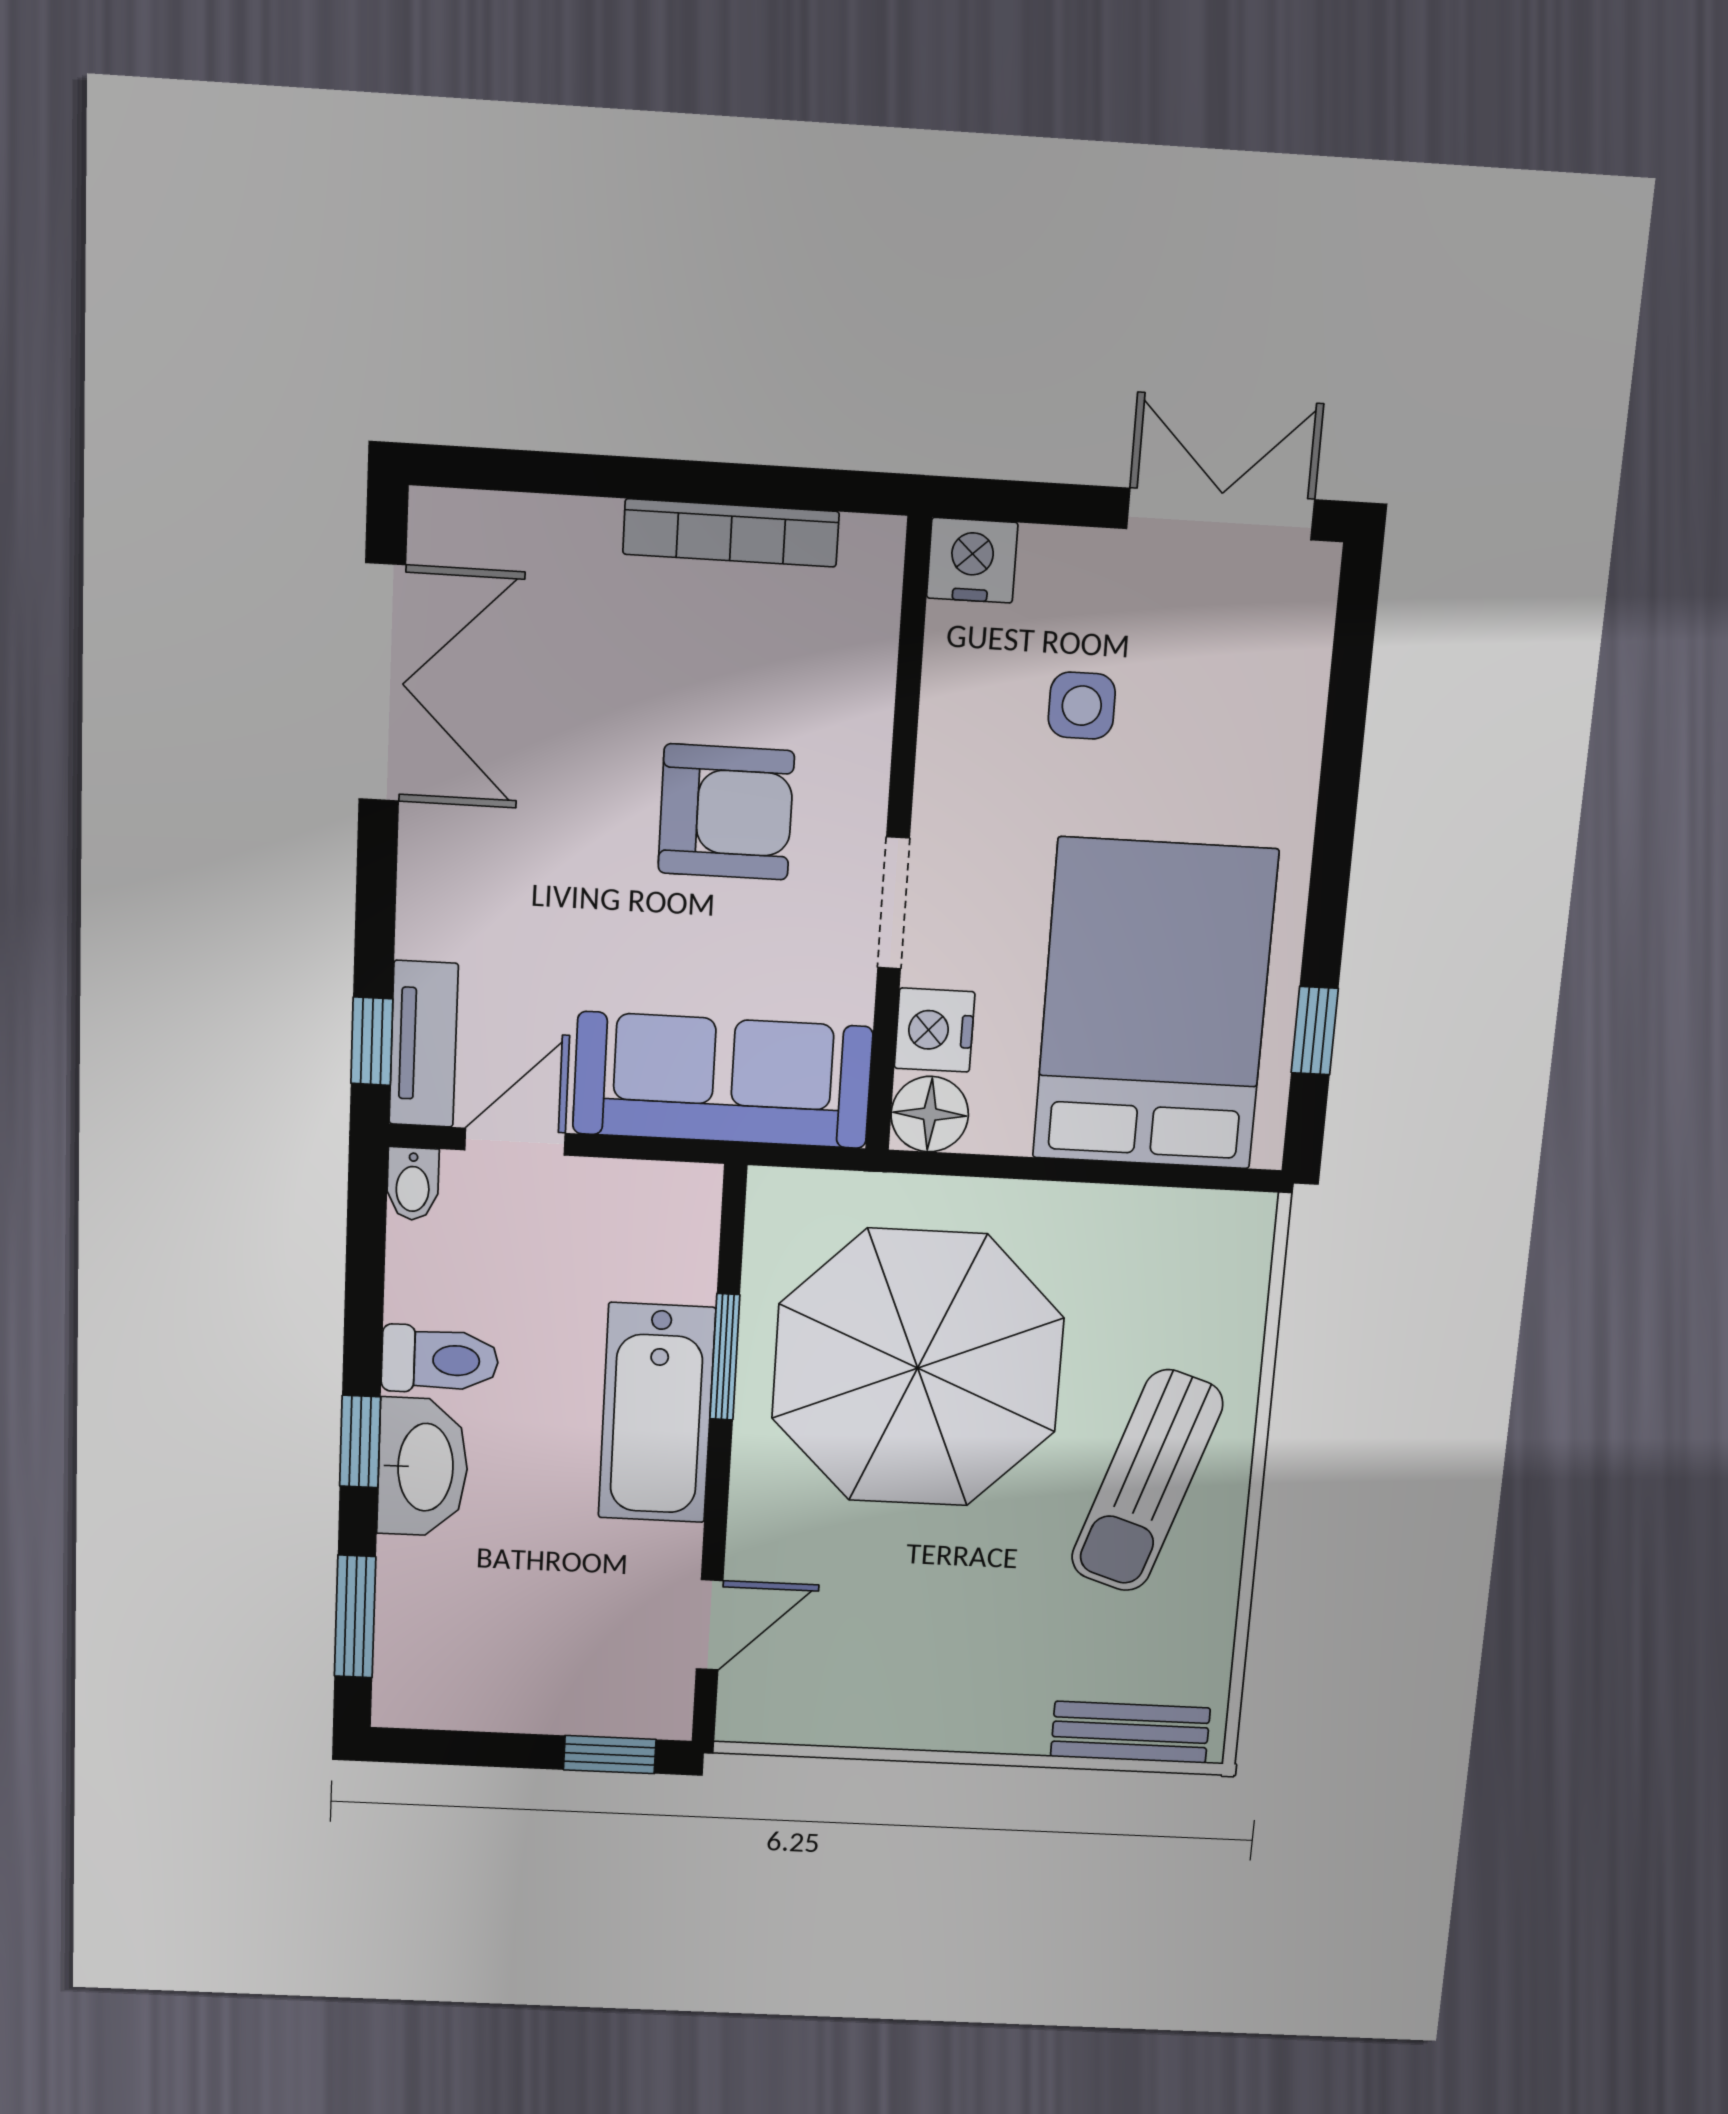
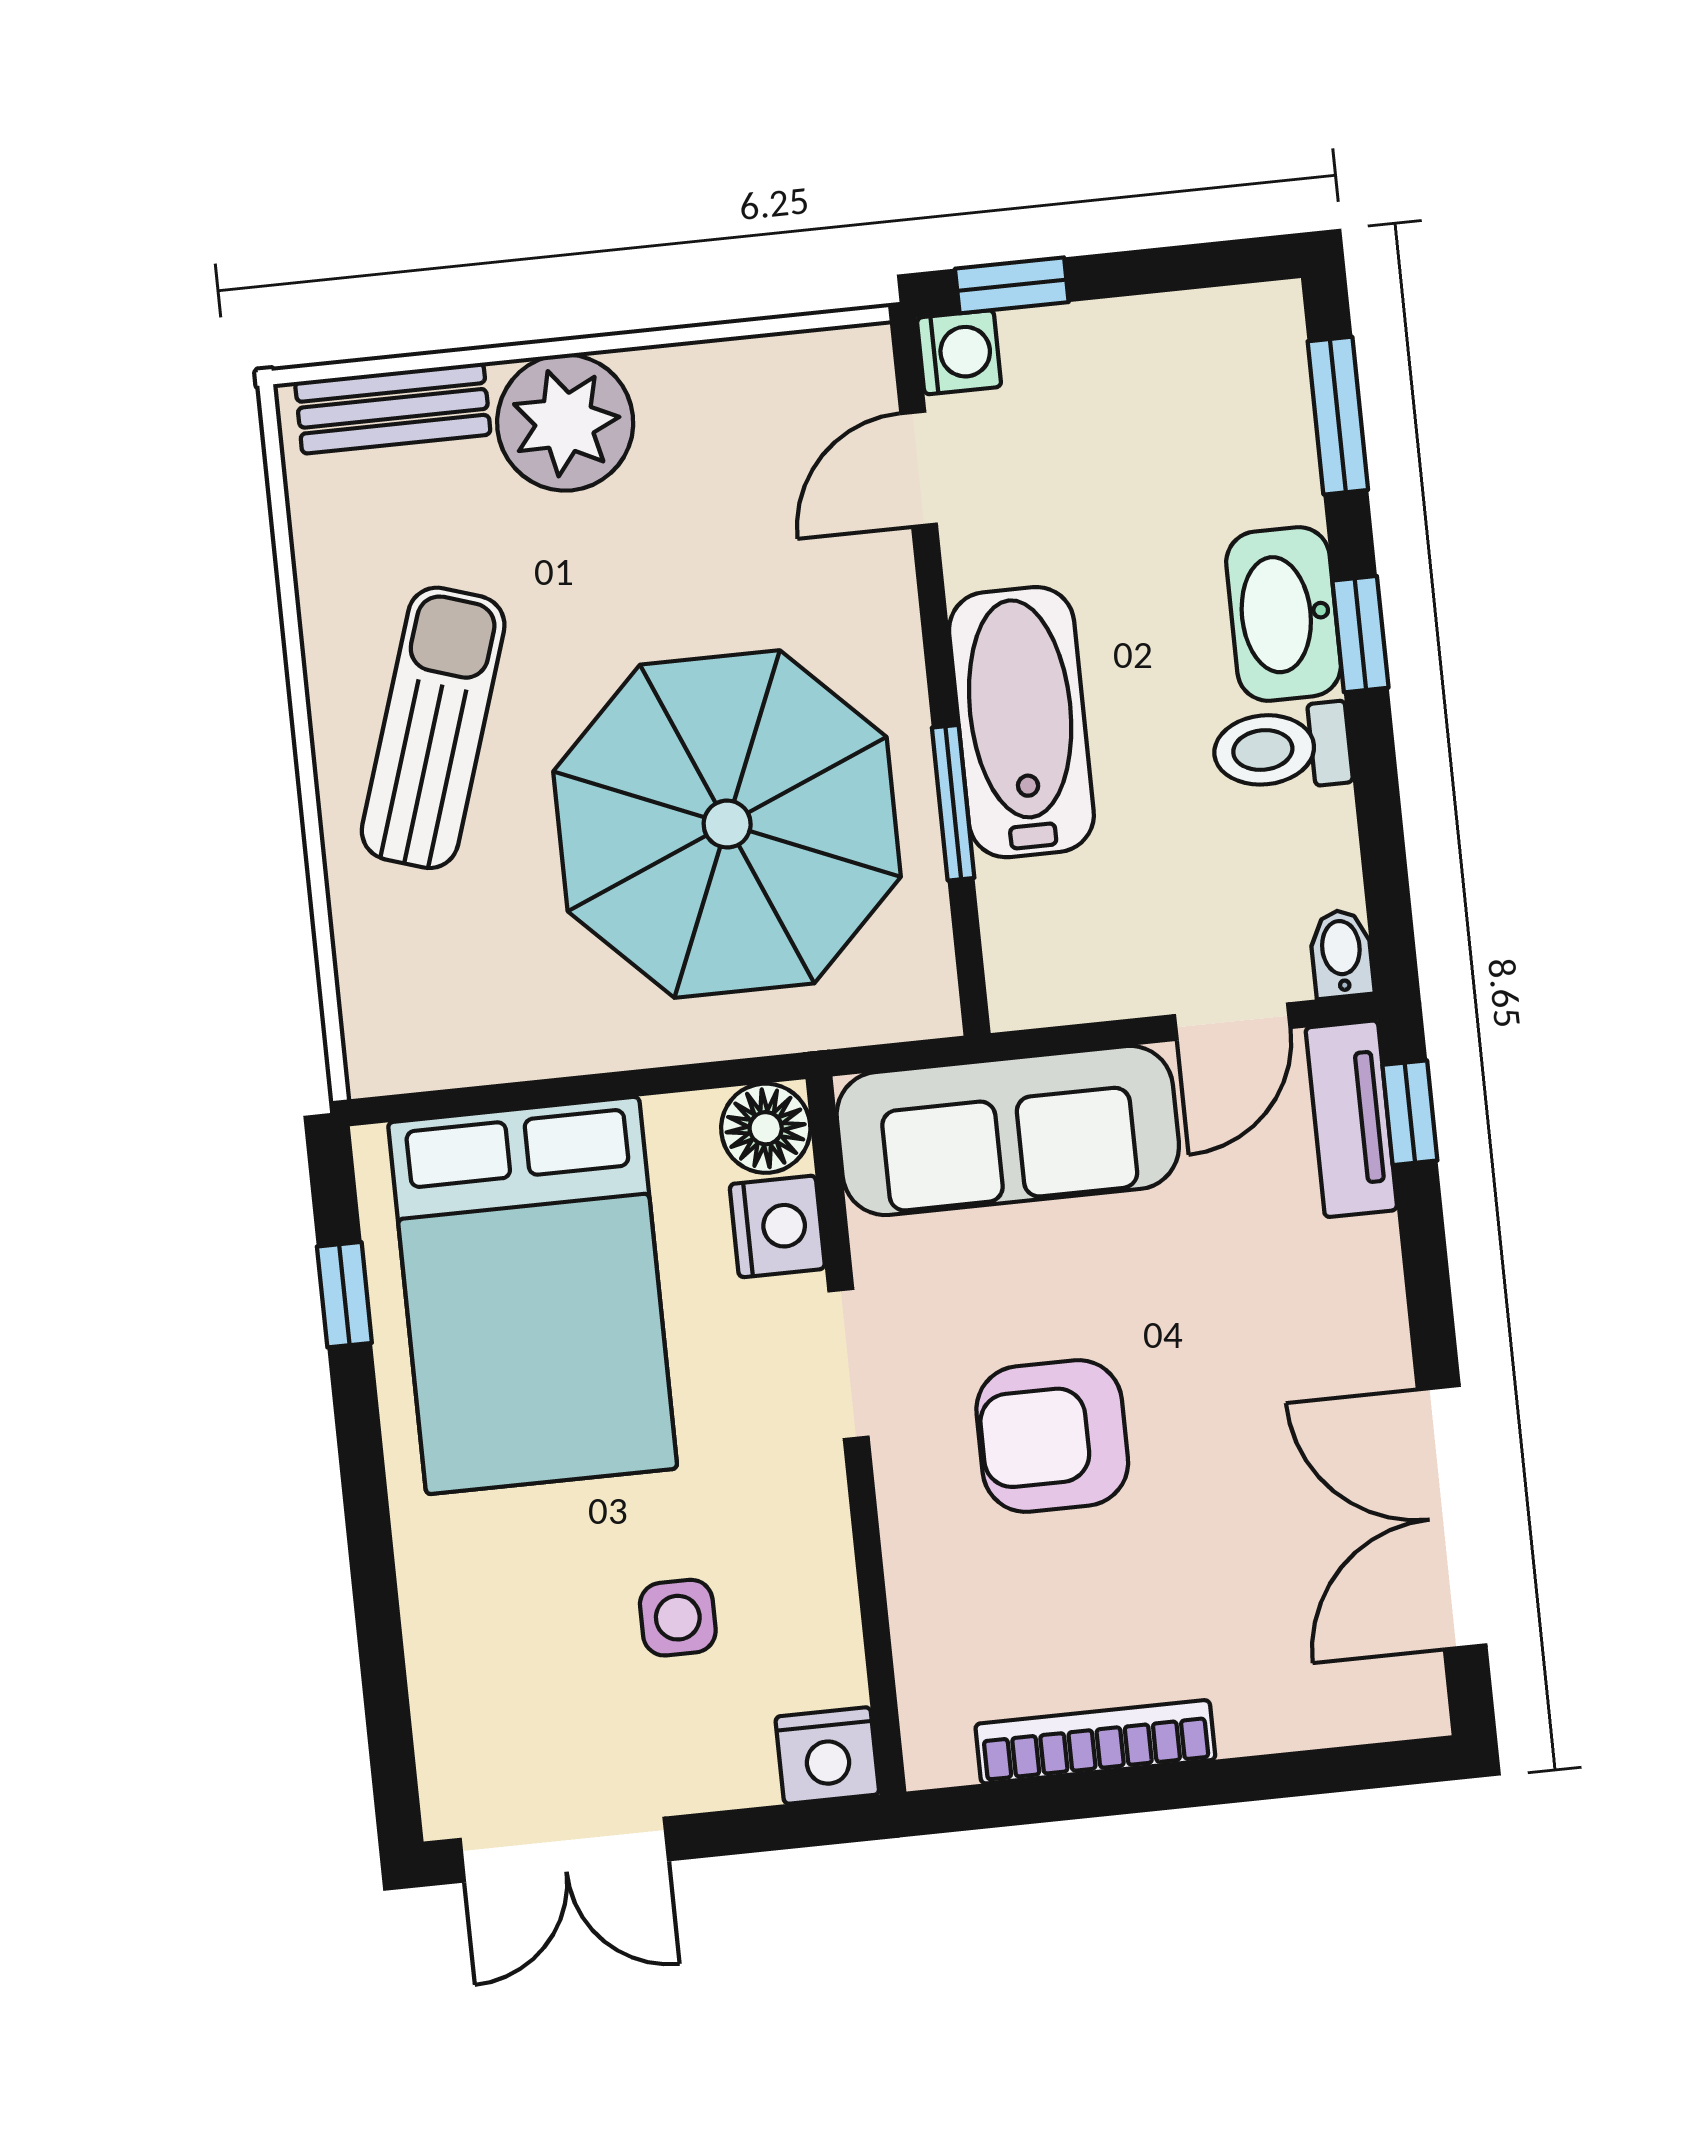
plant: (993, 1702) -> (565, 423), added
washing machine: (661, 1710) -> (959, 352), added

